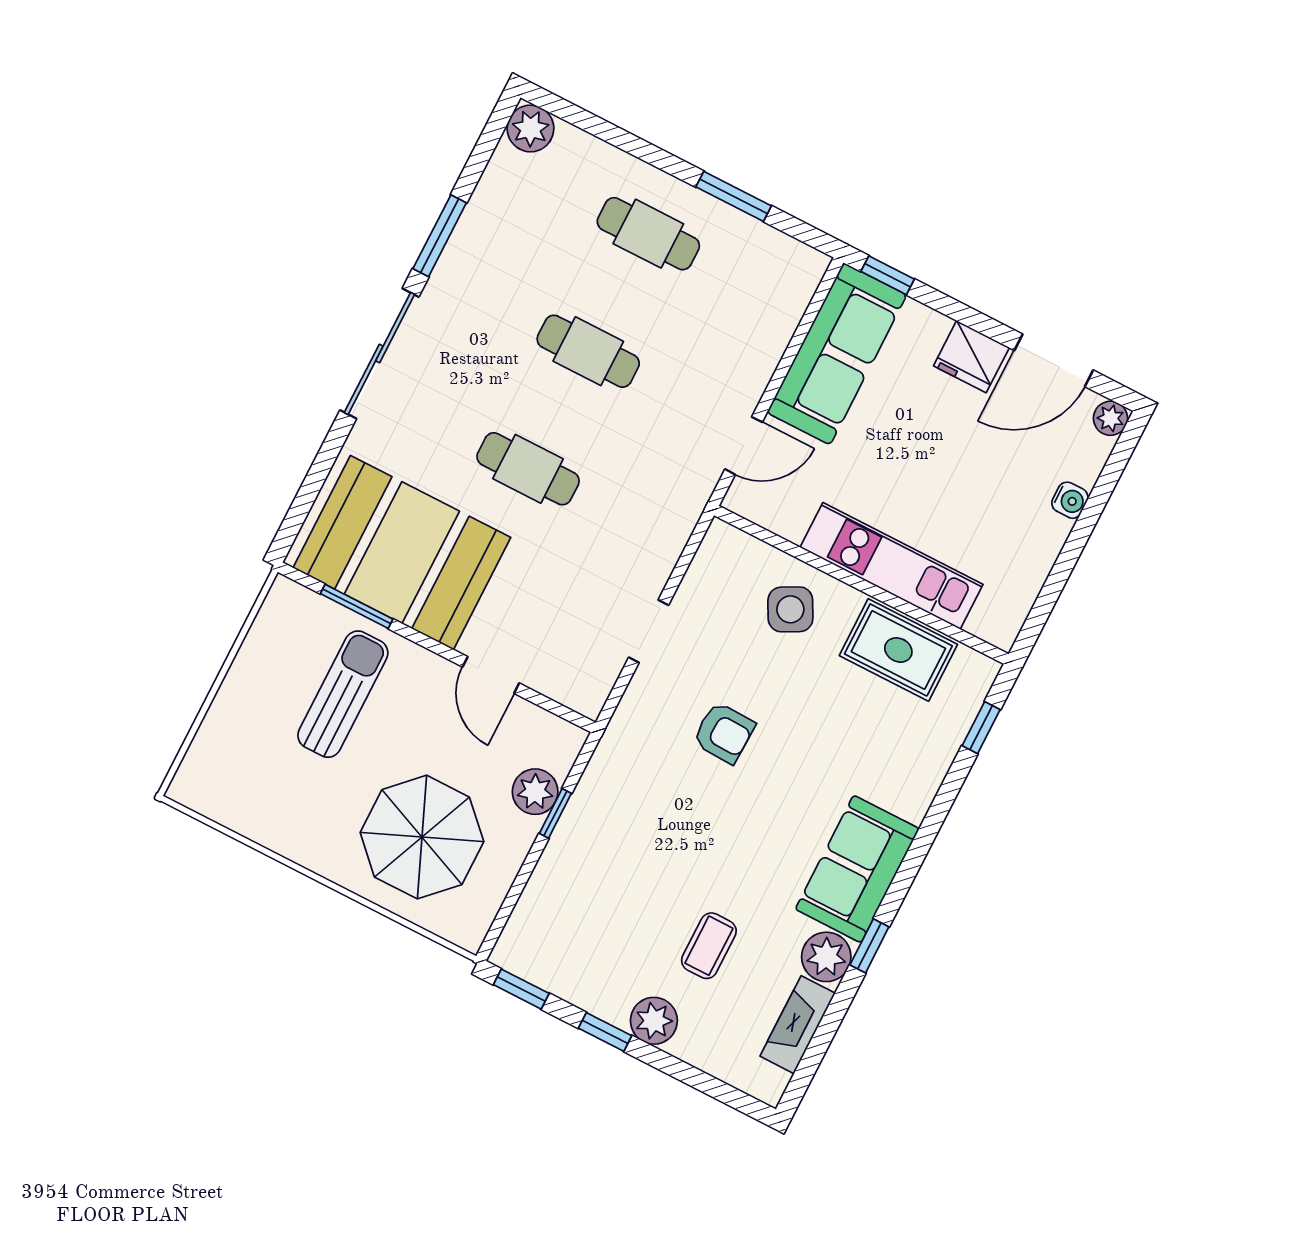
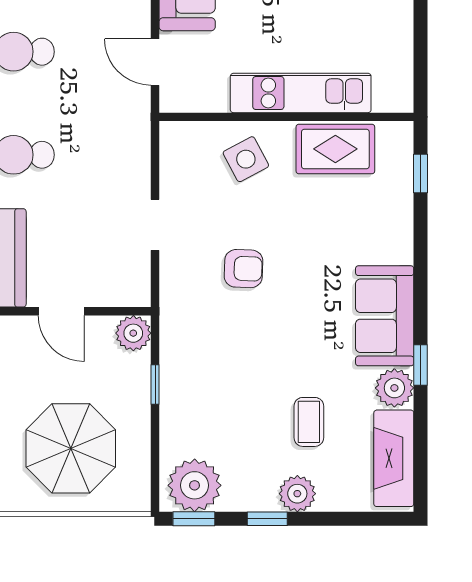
door: (744, 446) -> (155, 62), swing flipped
plant: (535, 792) -> (133, 333), moved
plant: (542, 951) -> (195, 485), added
fireplace: (798, 1025) -> (394, 458), width x1.37, depth x1.32

